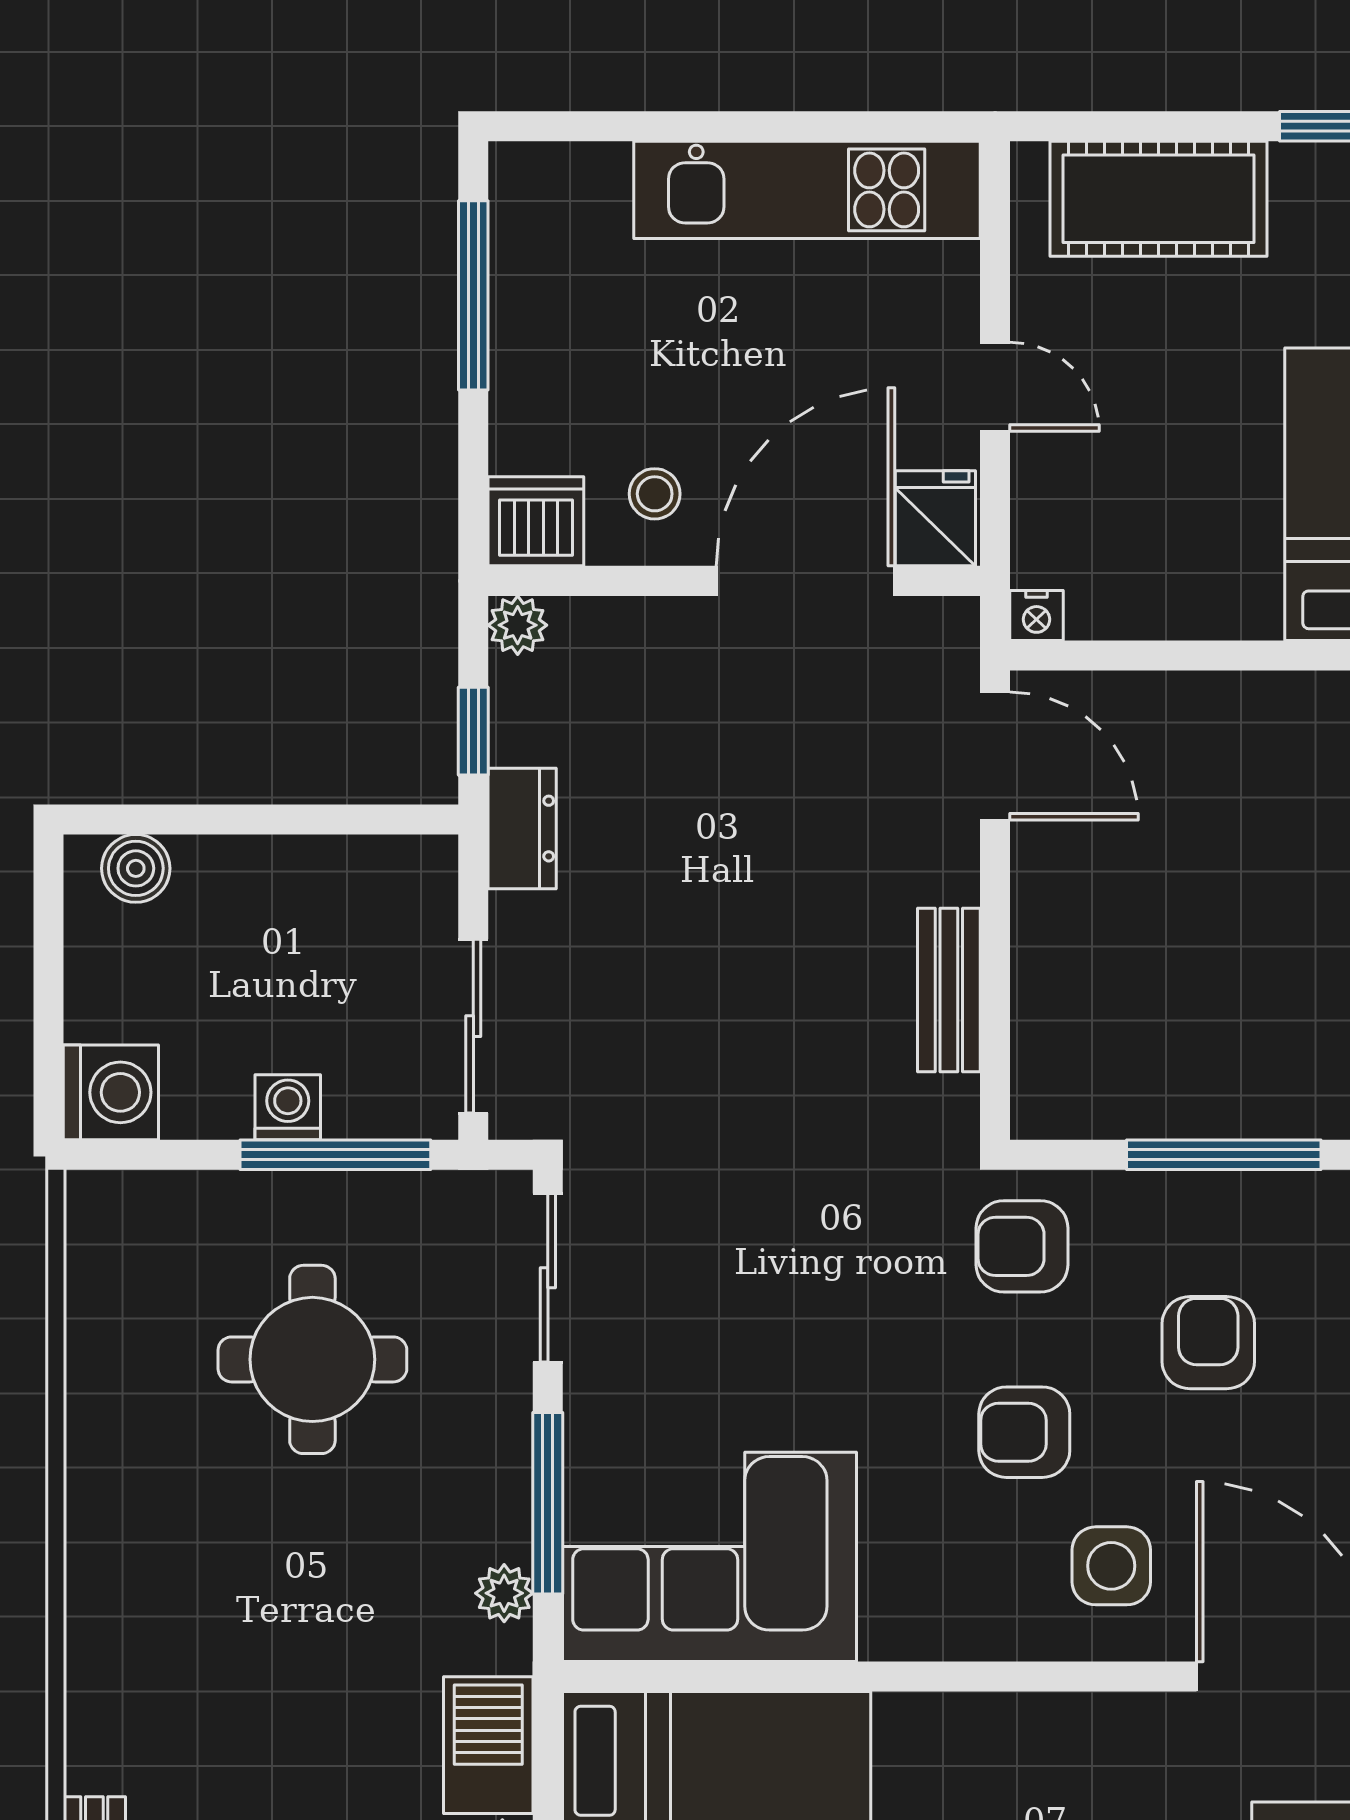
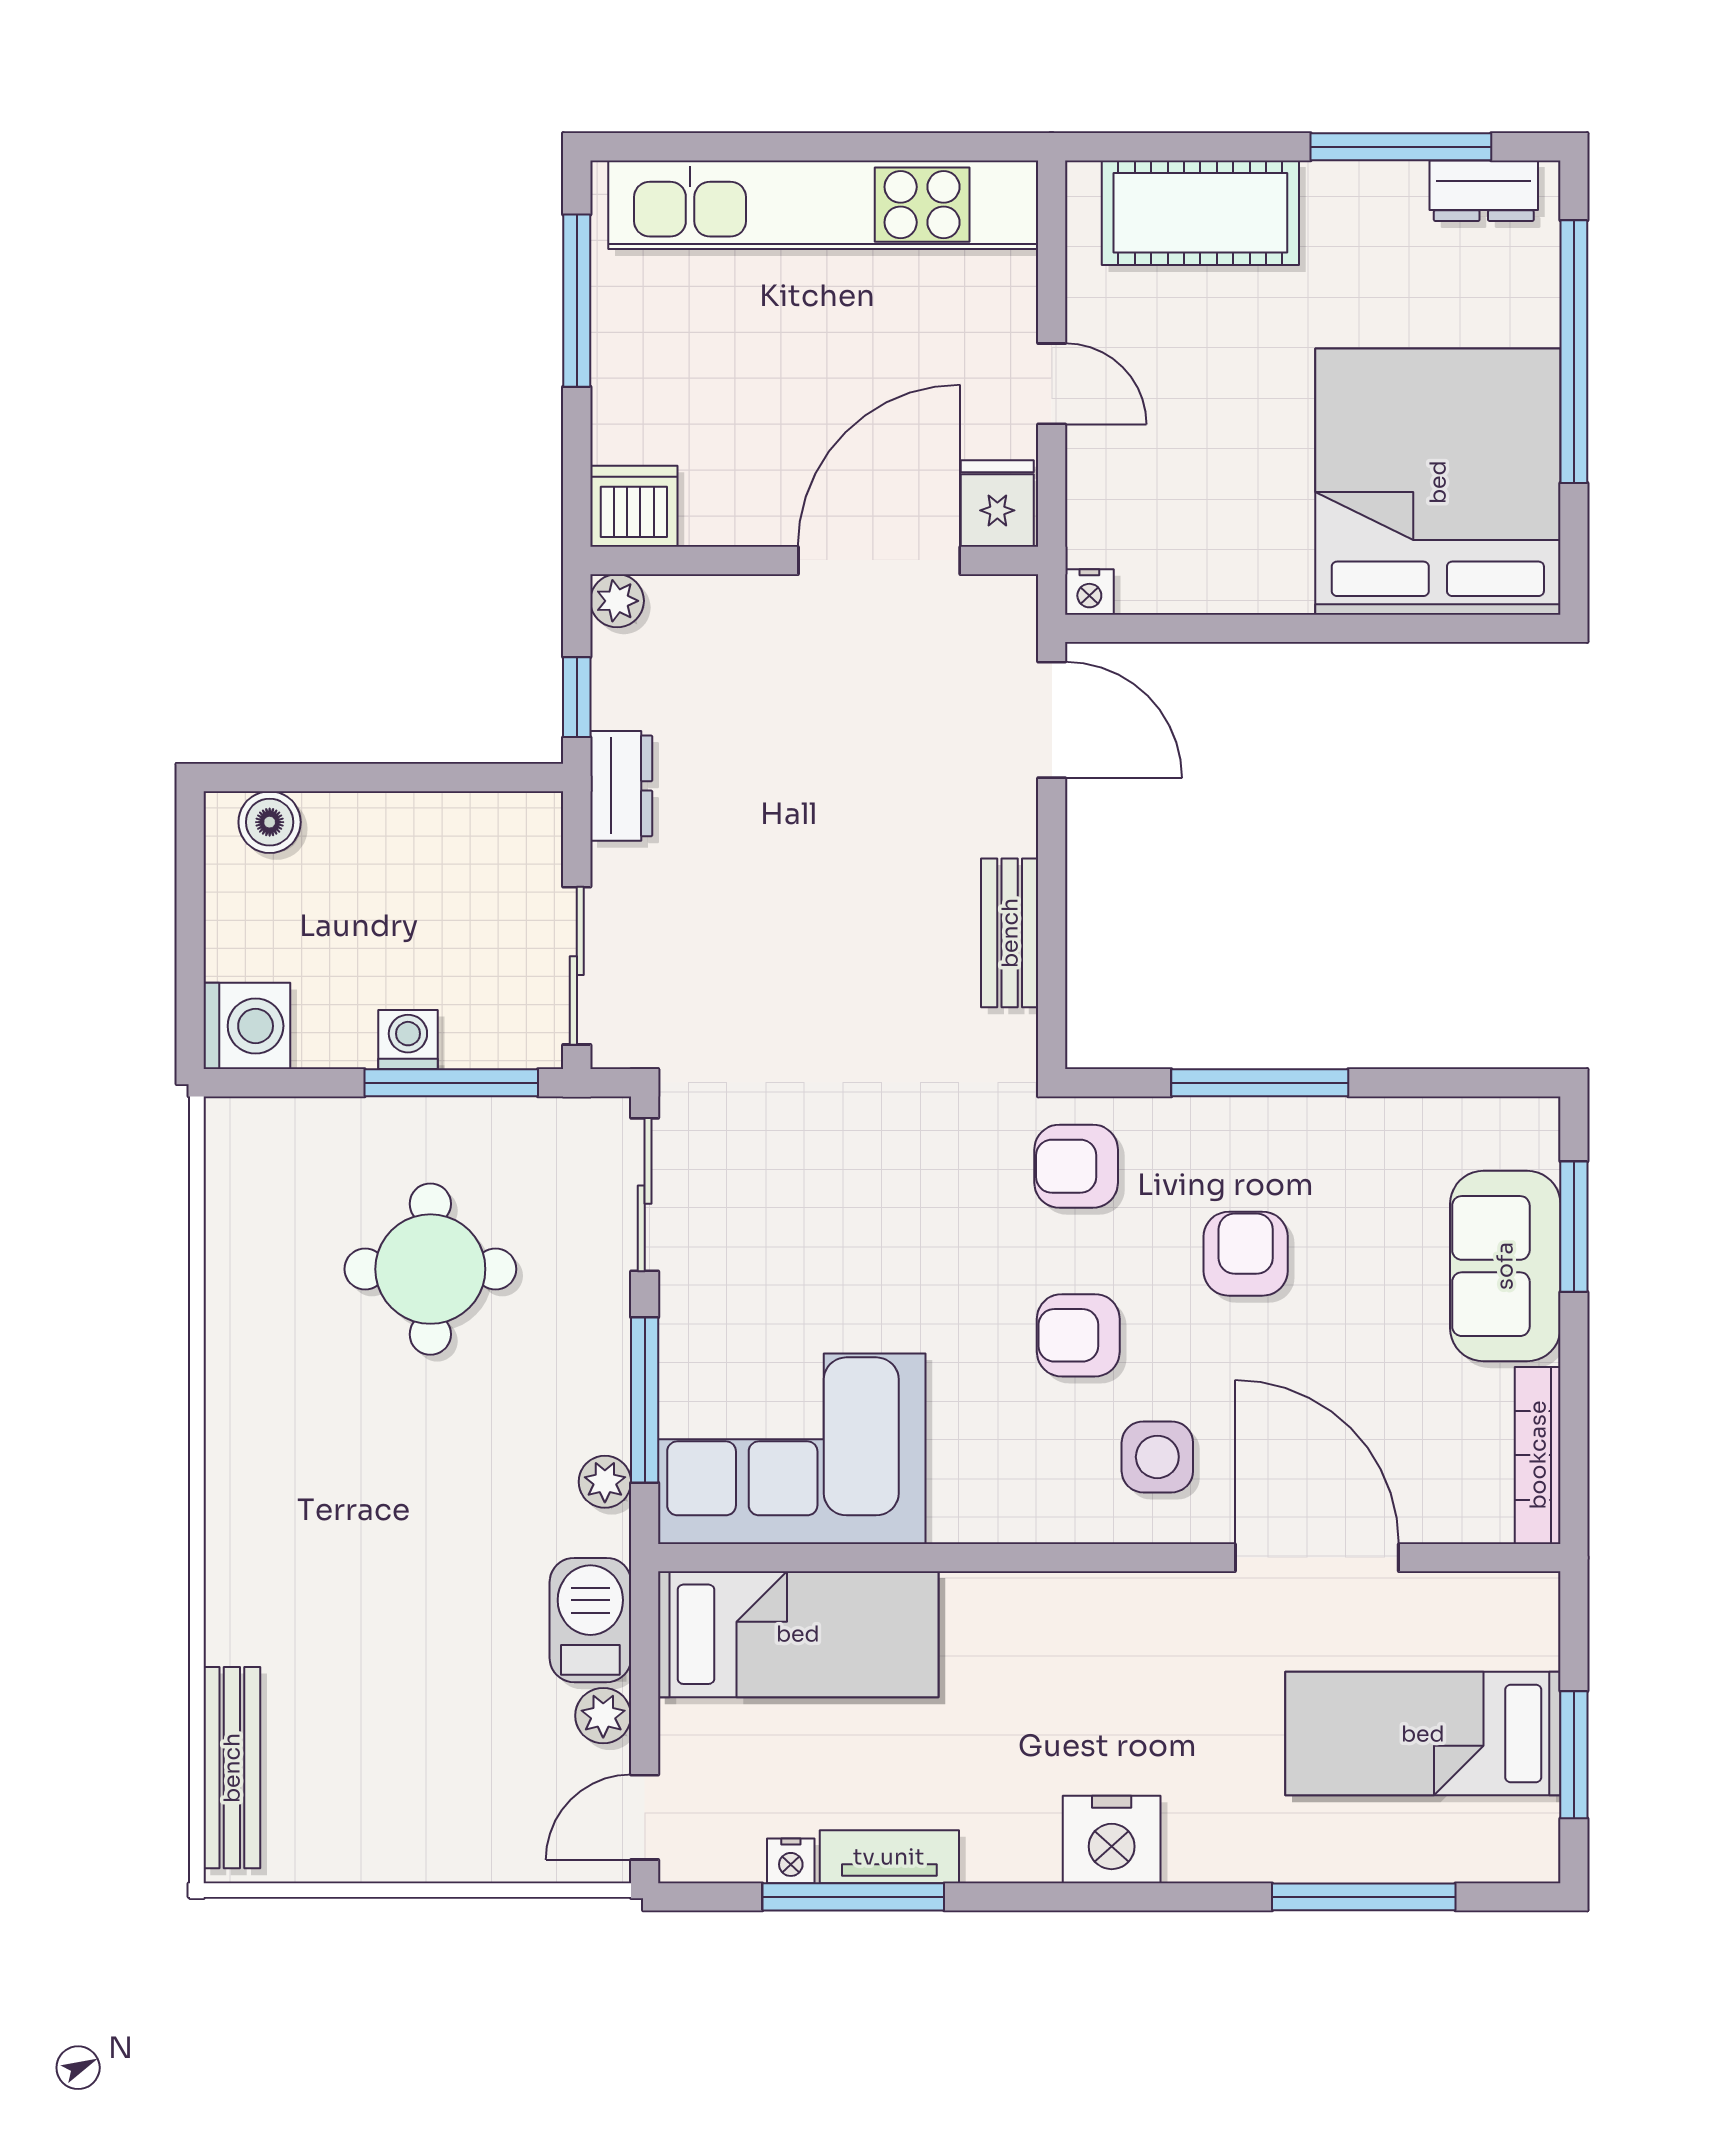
kitchen unit: (807, 190) -> (823, 205), width x1.36
stool: (655, 494) -> (742, 481), removed

